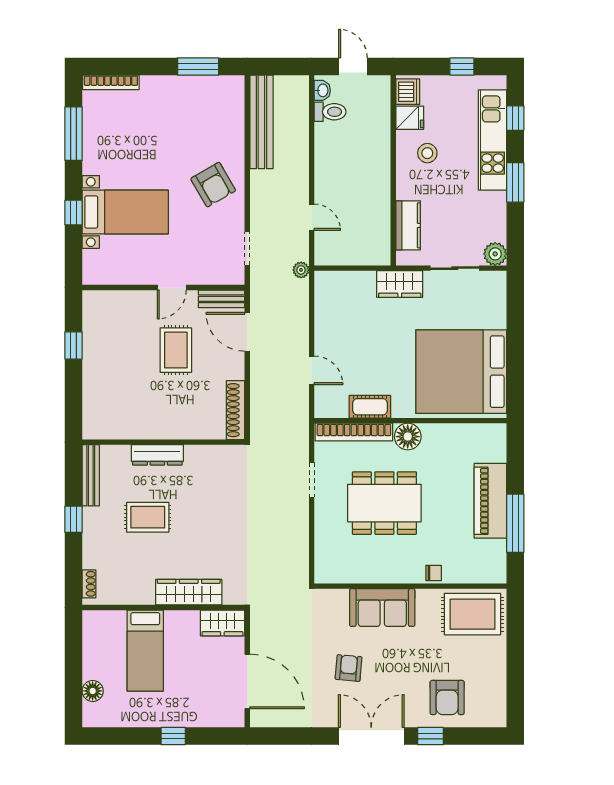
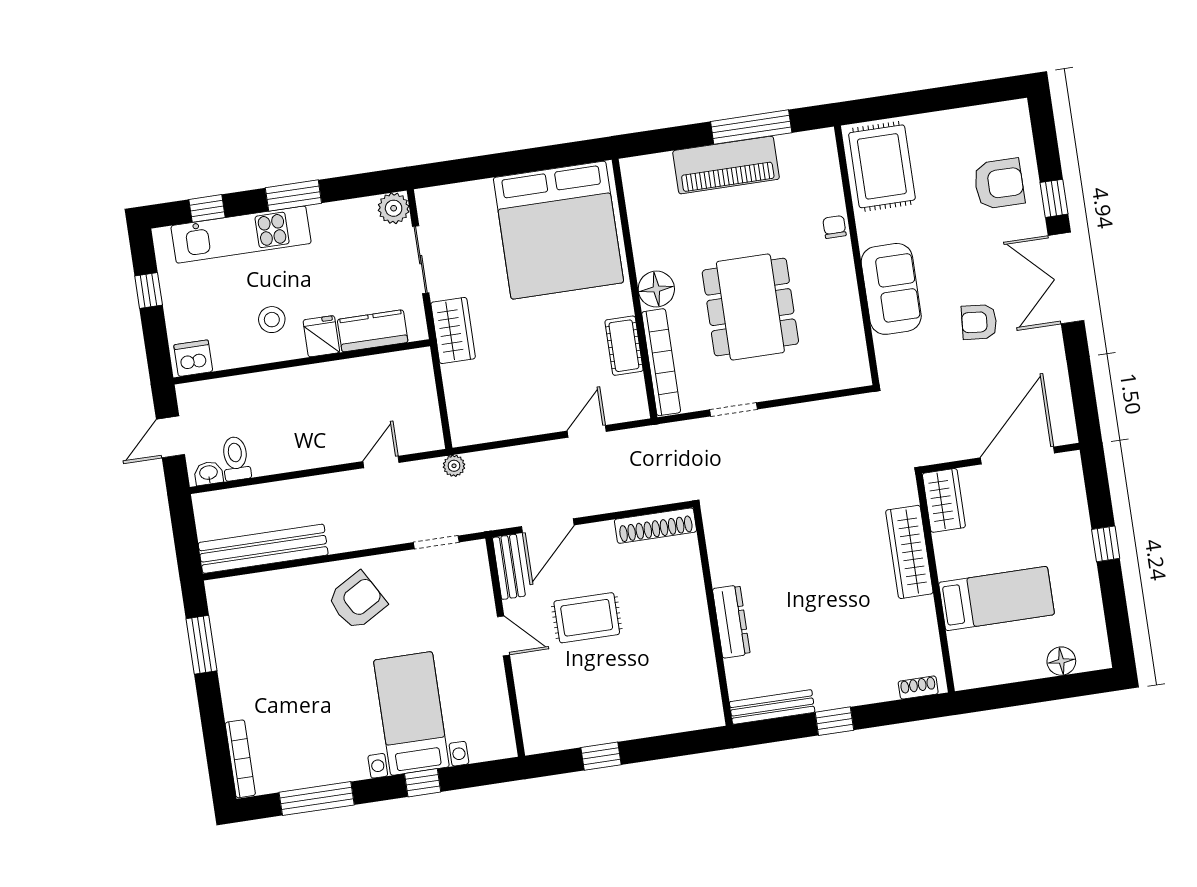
fridge: (410, 118) -> (321, 336), moved
rug: (148, 517) -> (817, 622), removed

